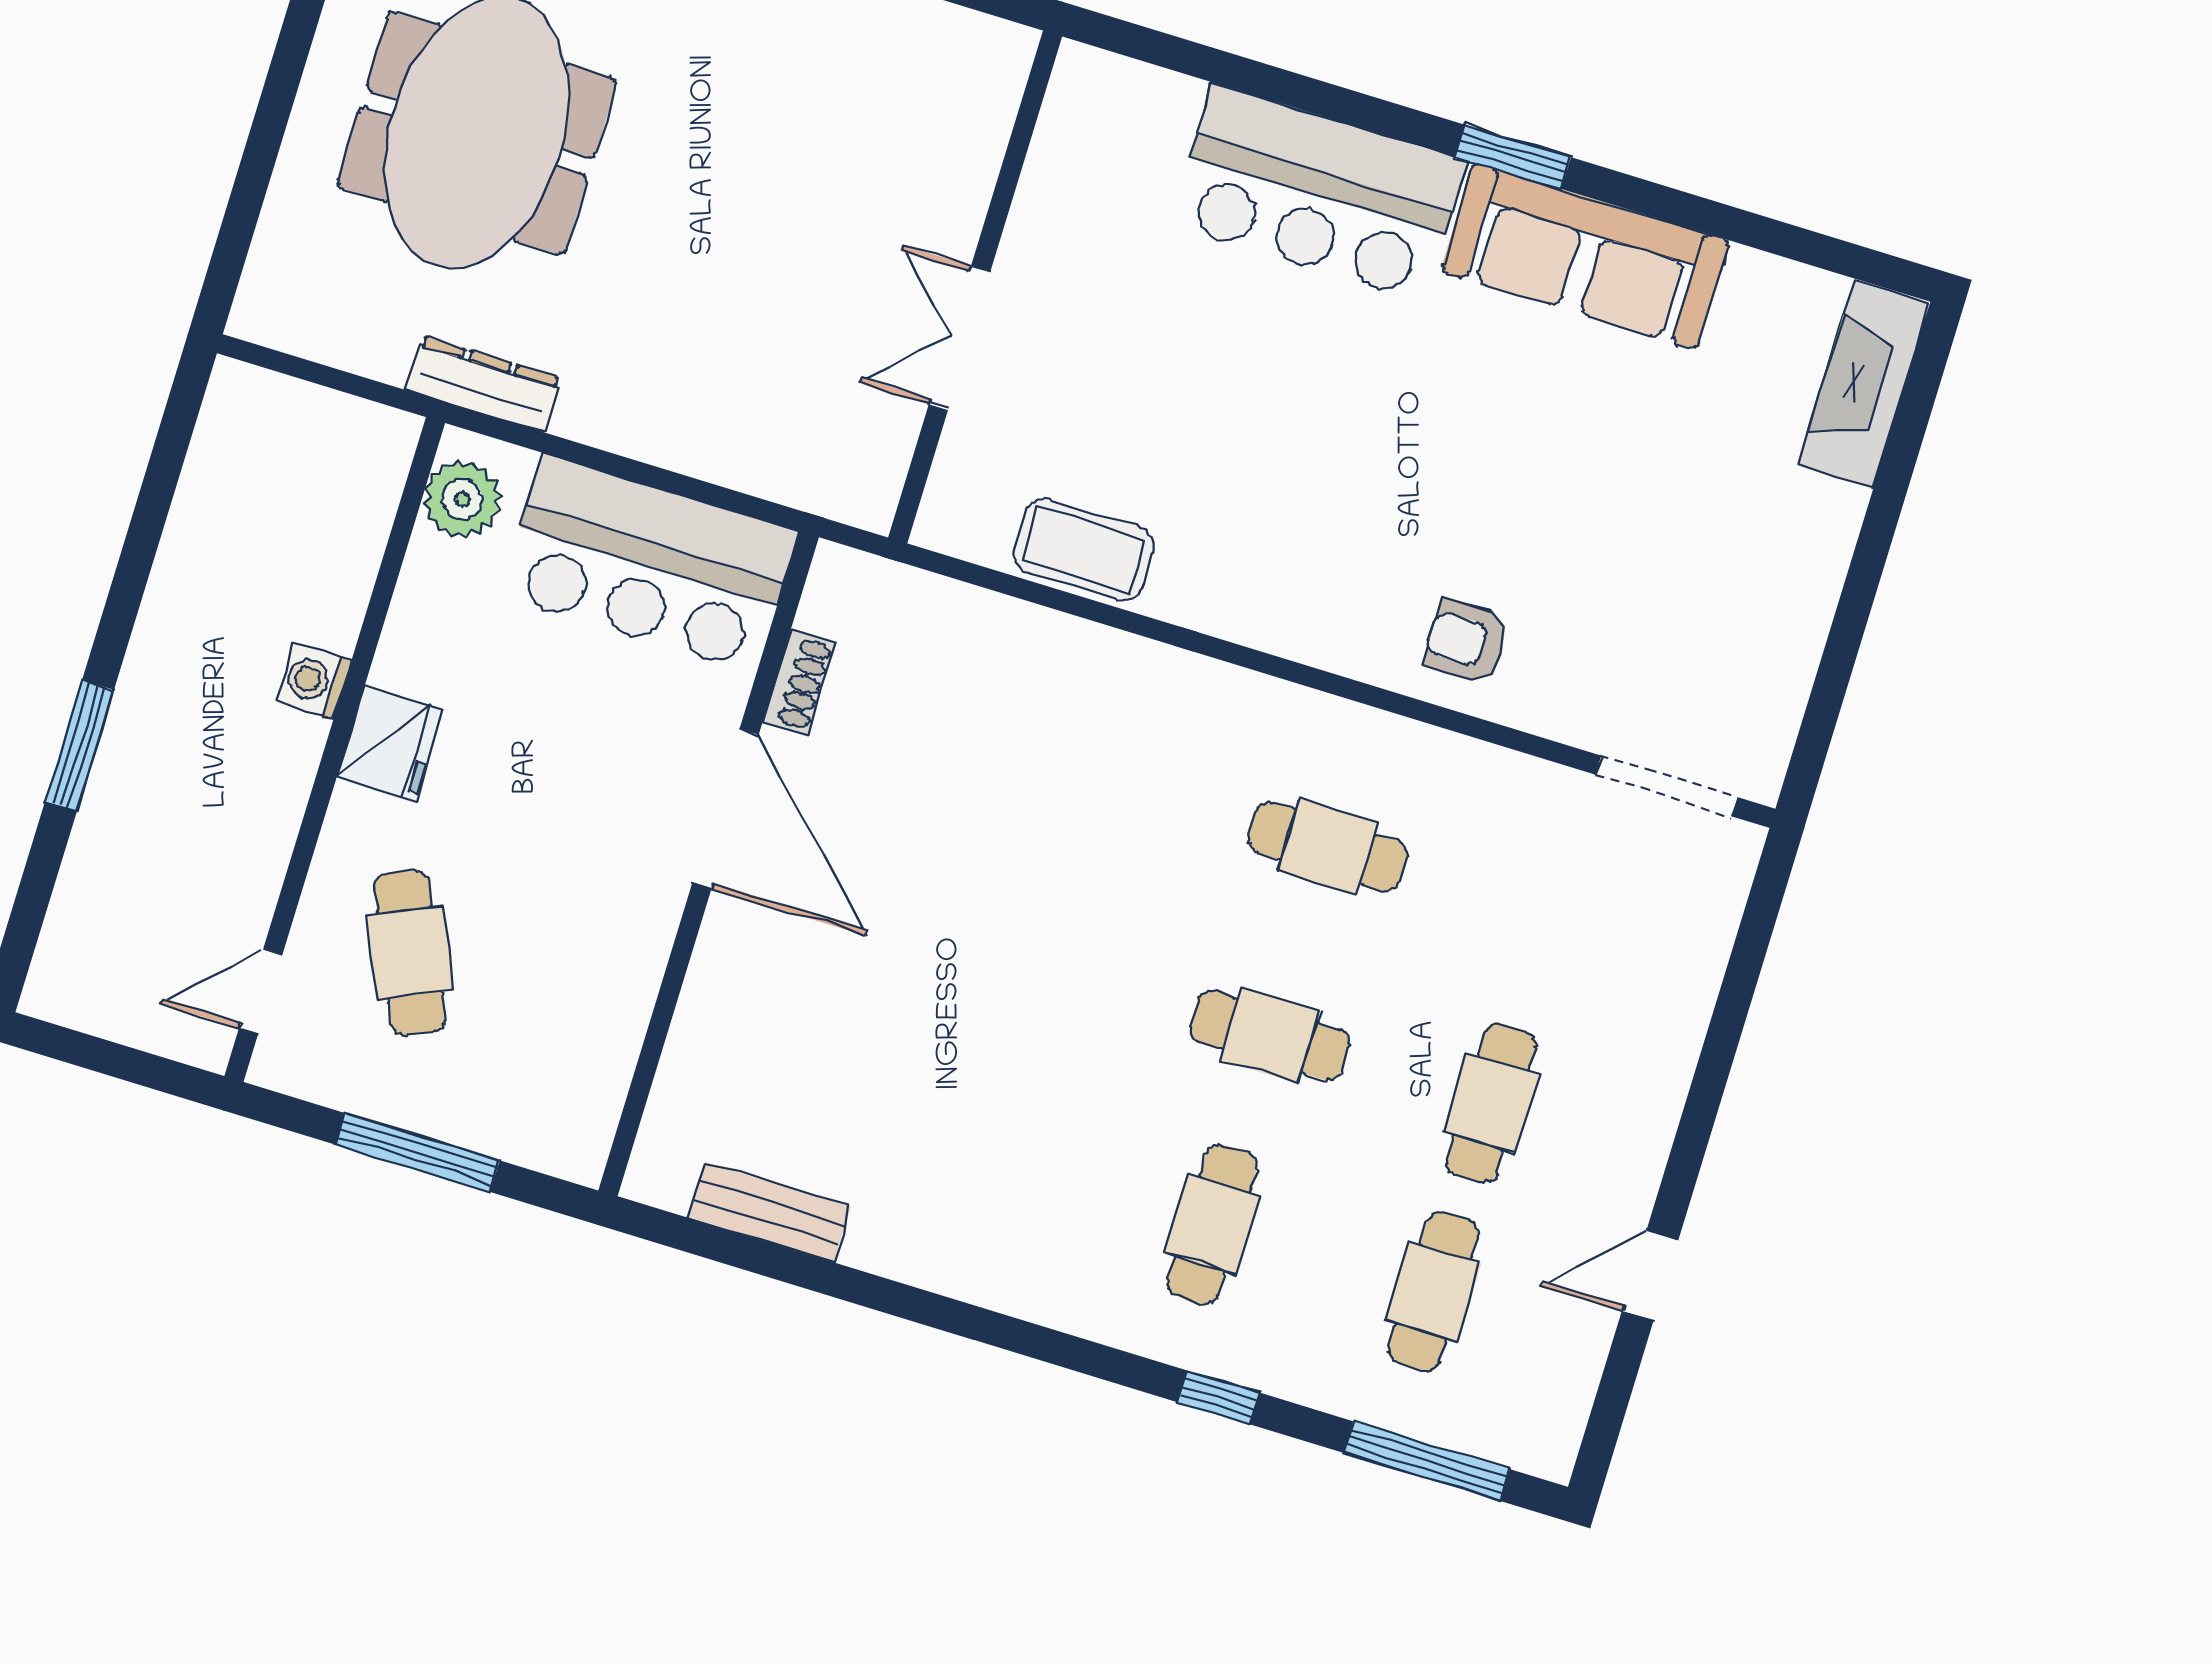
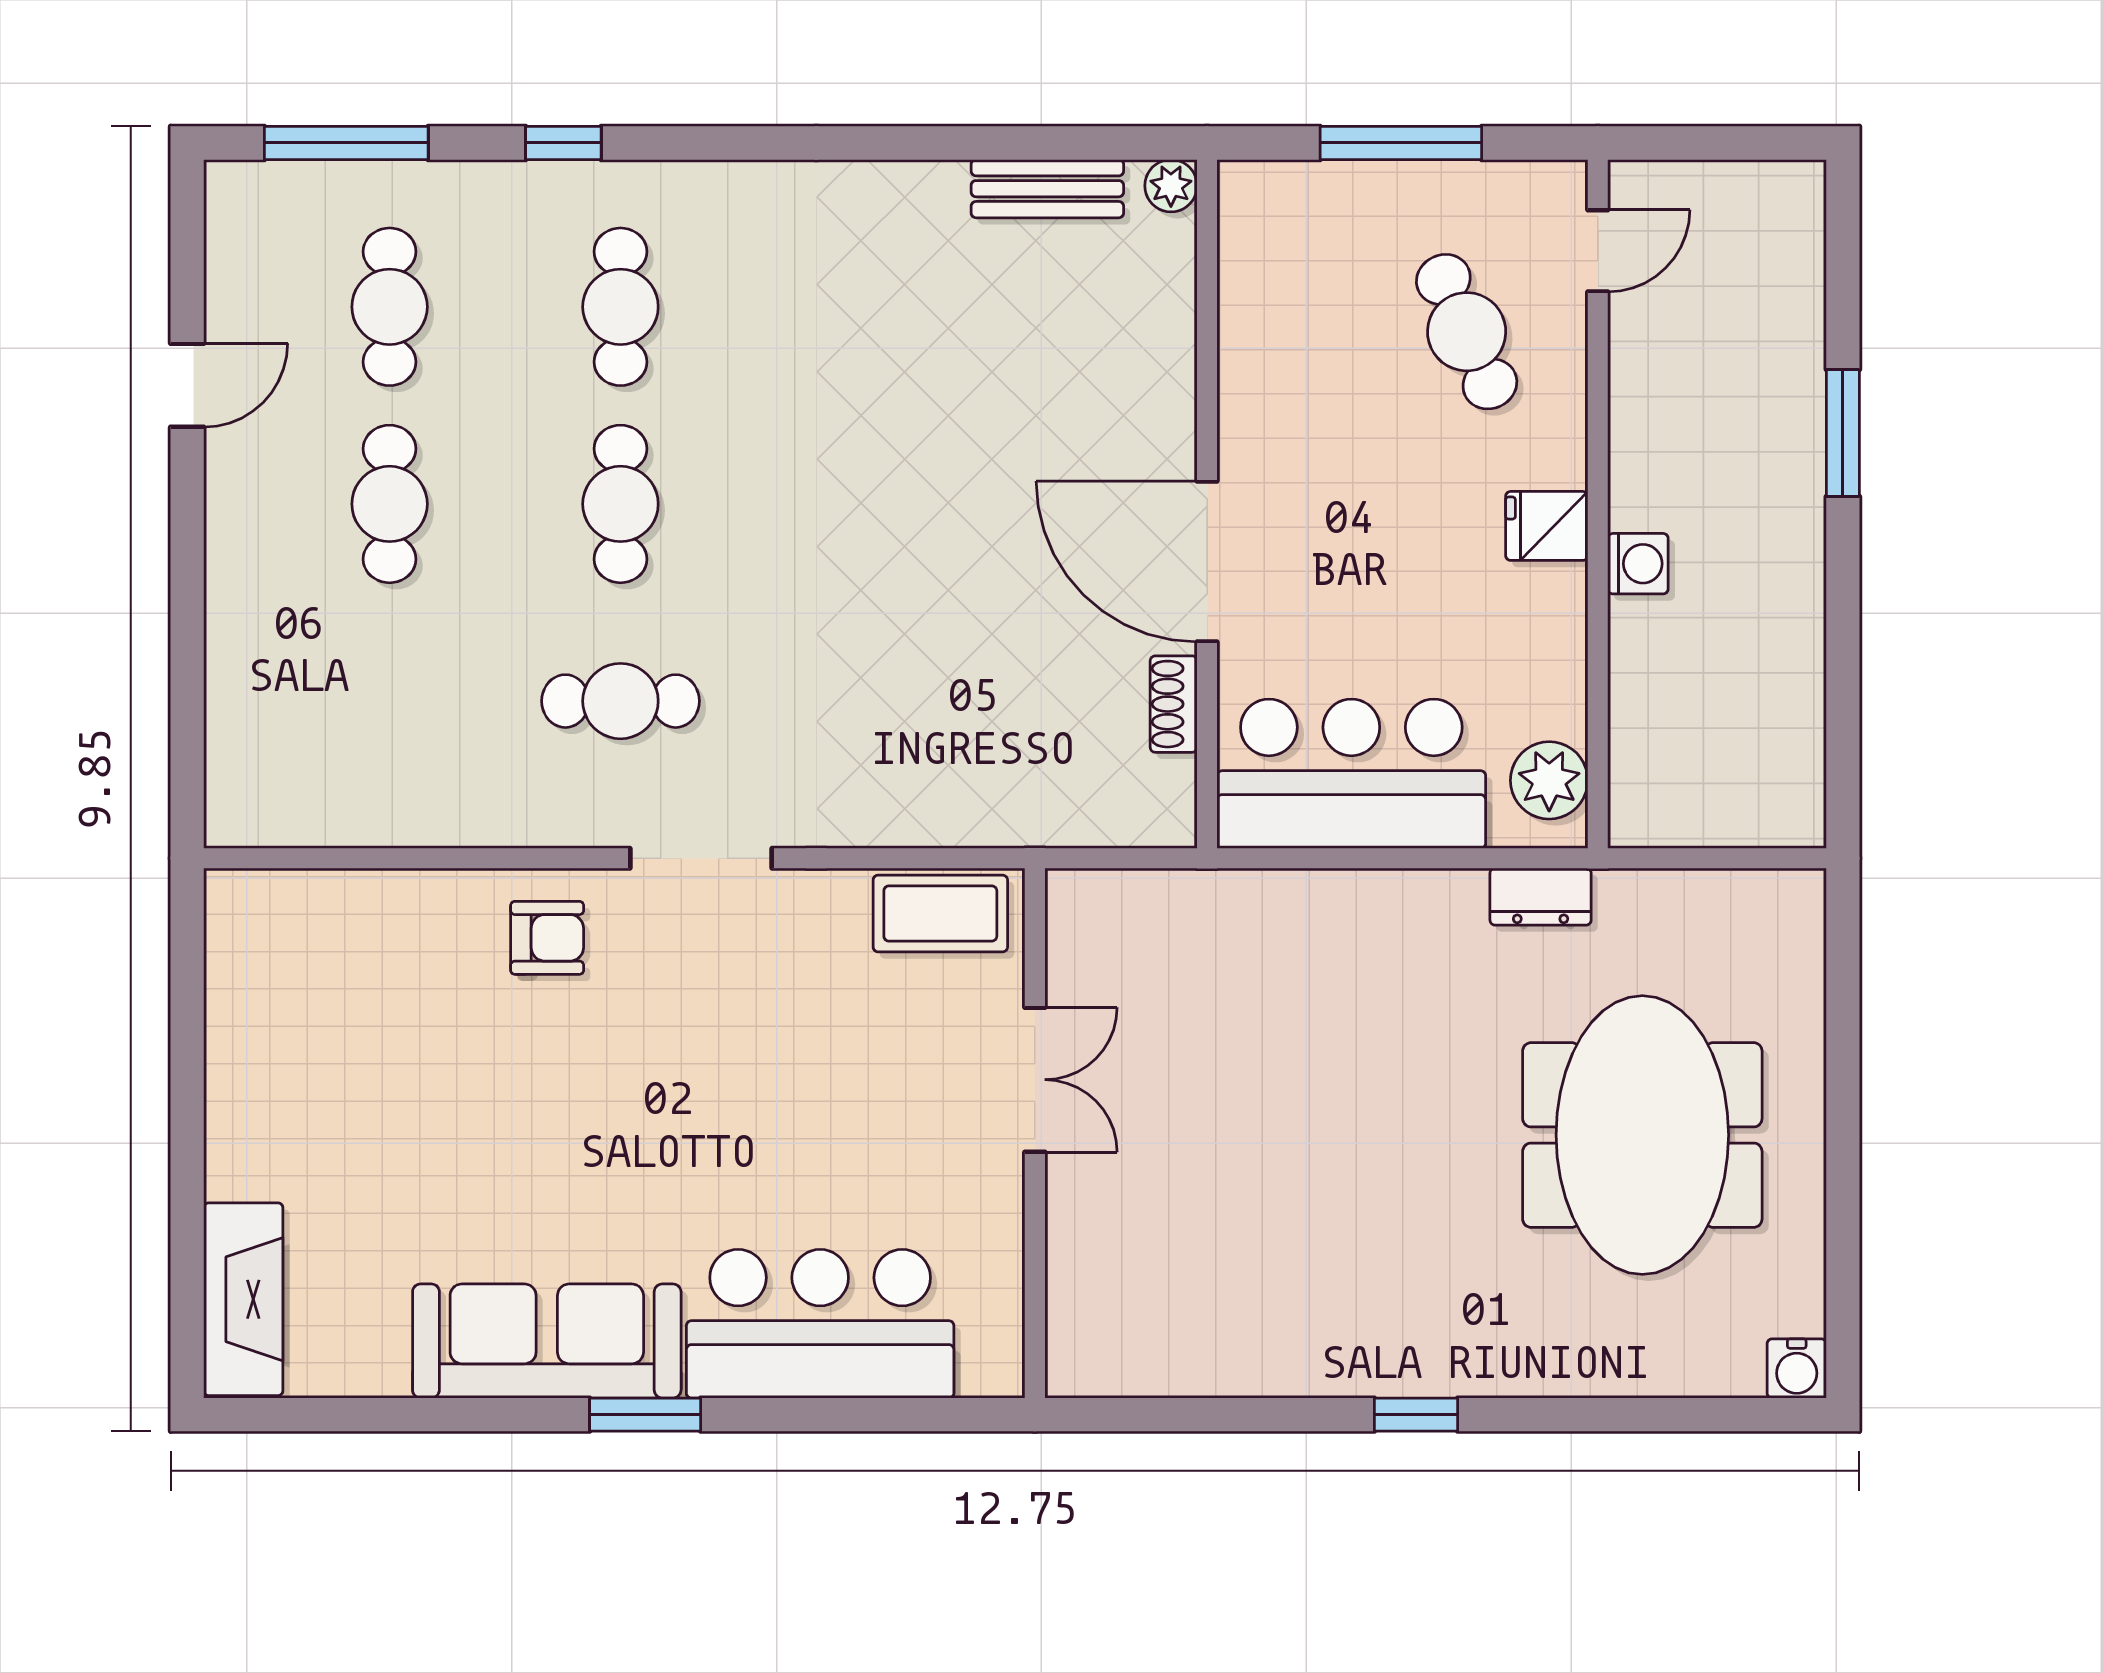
wall: (975, 287) -> (1035, 1133), moved
double door: (959, 338) -> (1035, 1080), moved
dresser: (483, 384) -> (1541, 897), width x0.70
fridge: (390, 743) -> (1547, 526), width x0.72
doorway: (1666, 786) -> (701, 858), moved
cafe table: (1270, 1035) -> (620, 504), turned 90
plant: (650, 1179) -> (1171, 186), added

